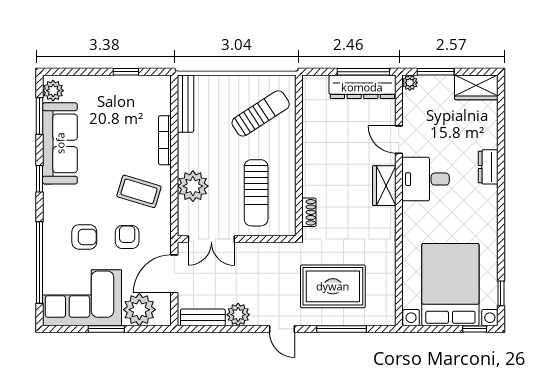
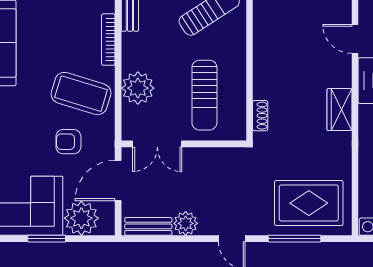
wardrobe: (384, 186) -> (339, 110), moved
coffee table: (139, 191) -> (81, 94), width x1.36, depth x1.32
armchair: (84, 237) -> (23, 142), removed
armchair: (127, 237) -> (68, 142), turned -90
rug: (333, 286) -> (309, 203), moved

